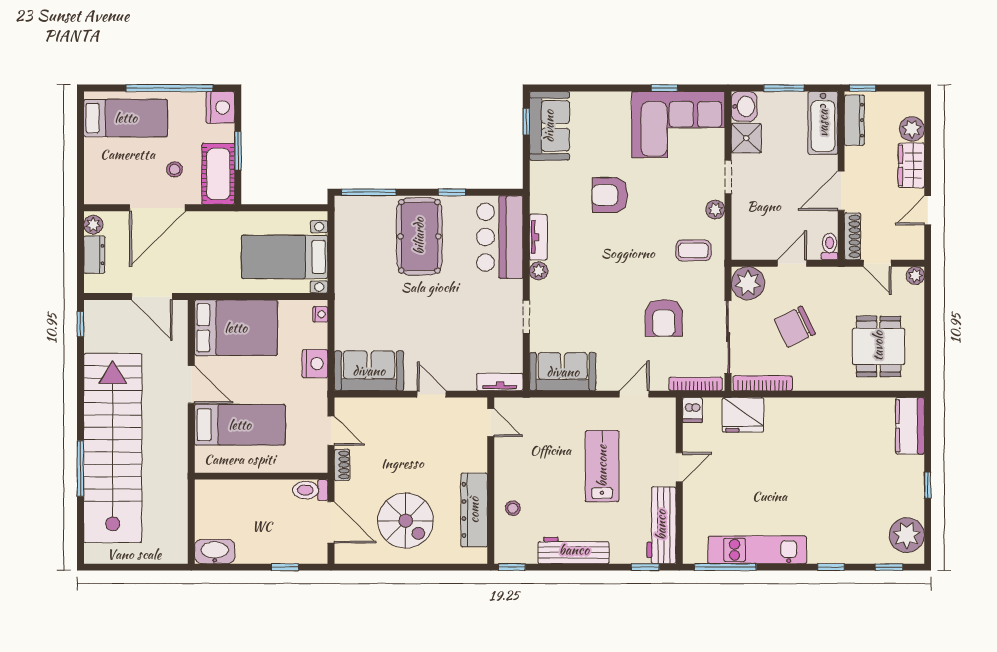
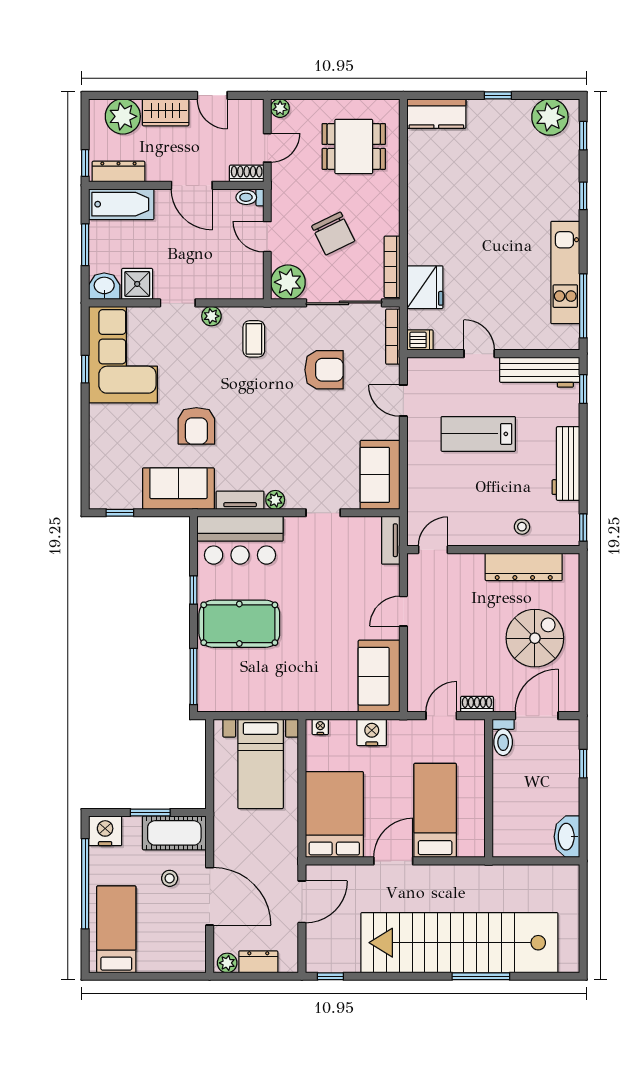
sofa: (549, 126) -> (178, 489), moved
plant: (912, 129) -> (123, 116), width x1.36, depth x1.36
shoe rack: (852, 236) -> (247, 174), width x0.70

